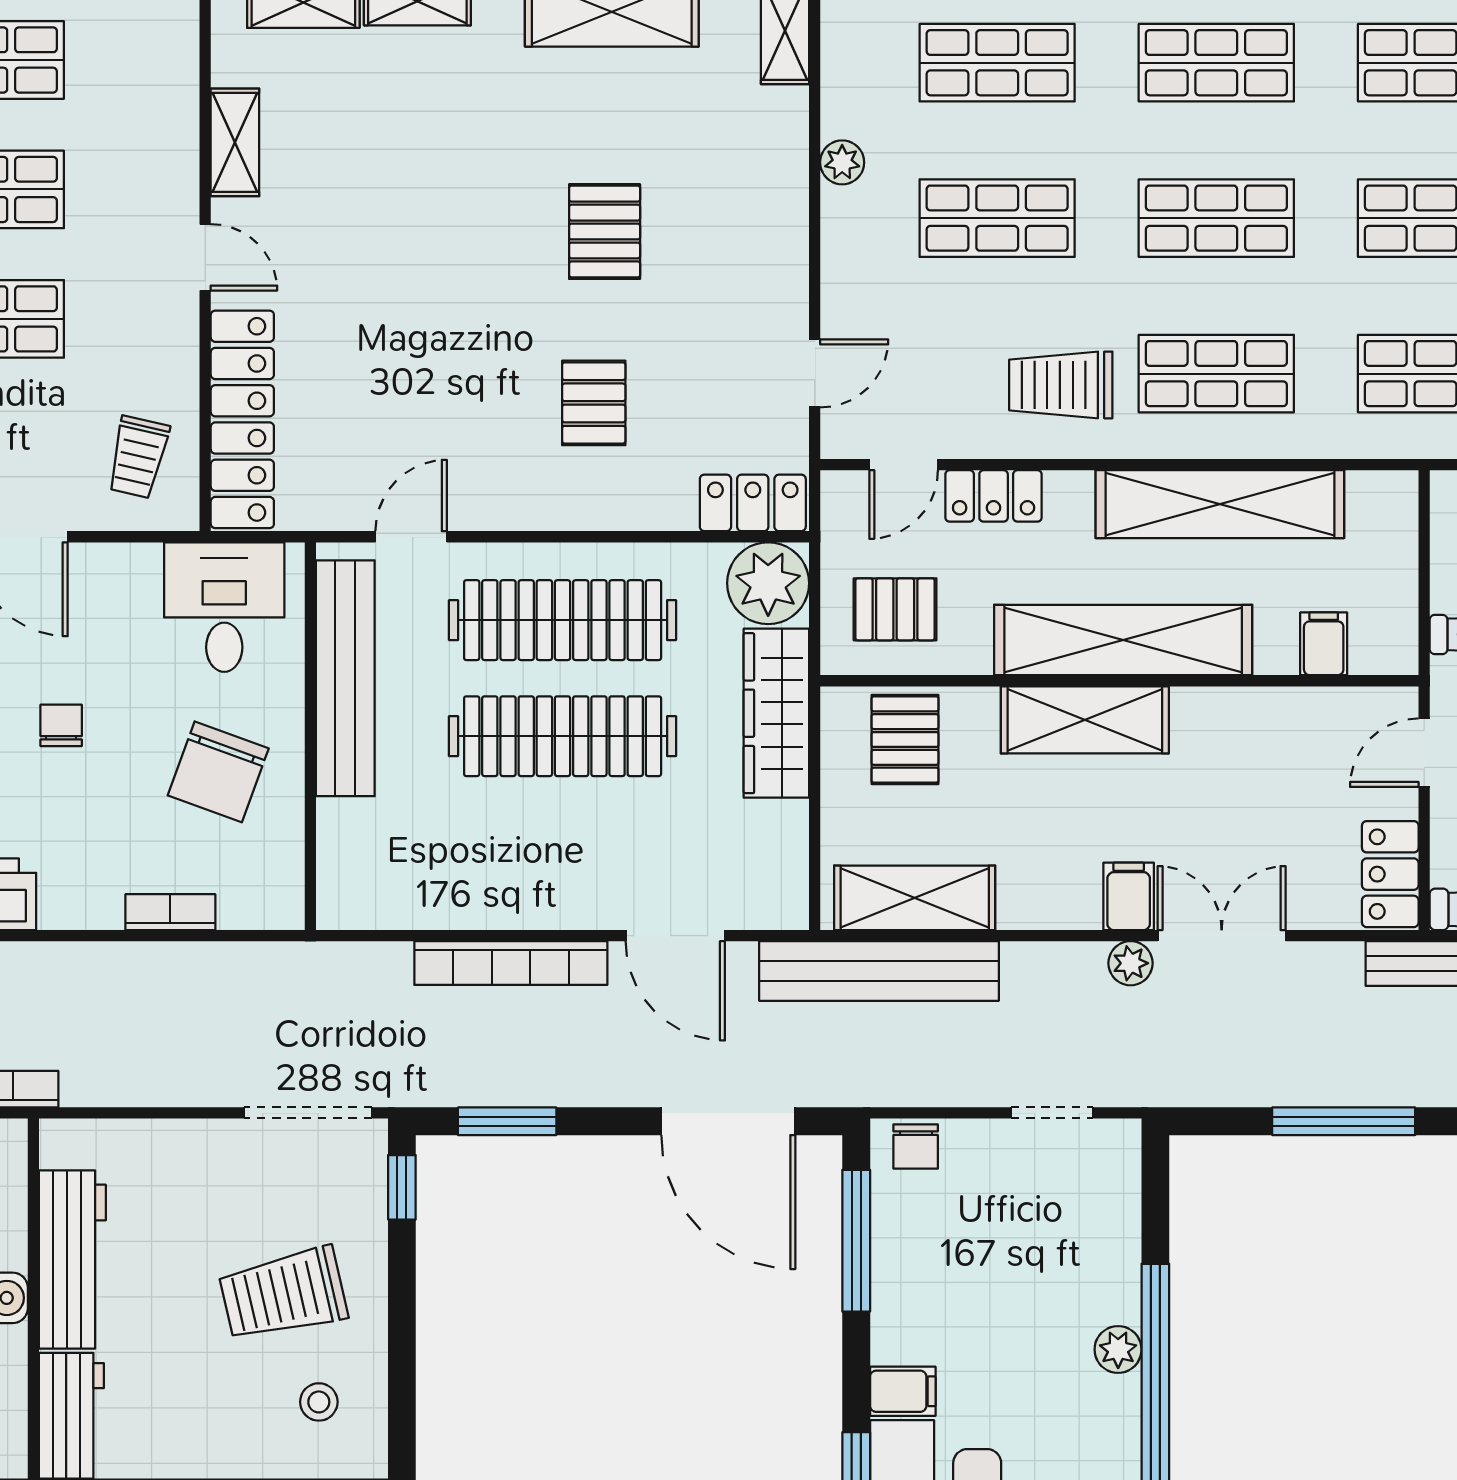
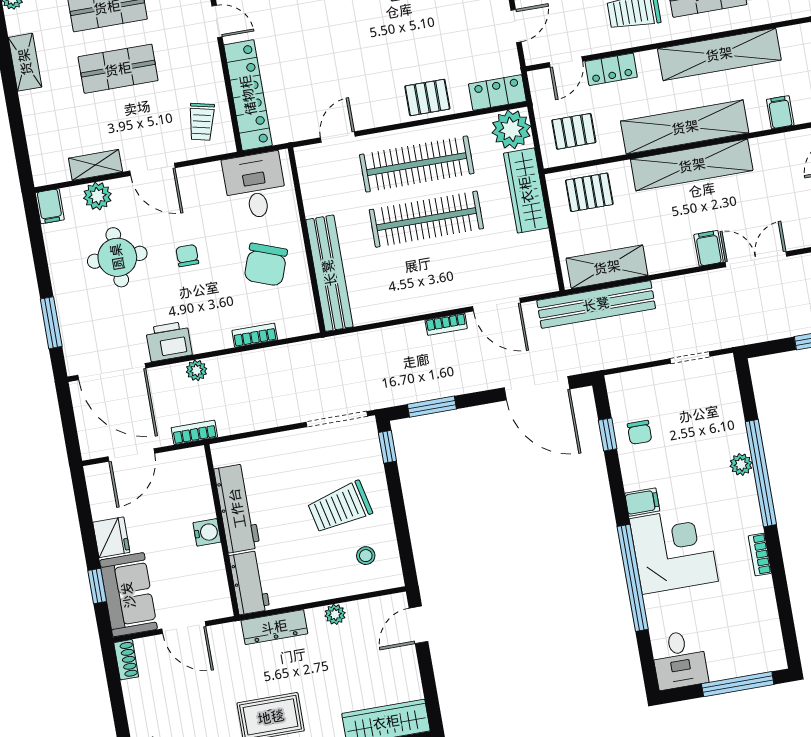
pallet: (594, 403) -> (427, 98), moved, turned 90
bench: (345, 678) -> (329, 273), moved
shelving: (1085, 720) -> (692, 165), width x1.47
pallet: (905, 740) -> (589, 192), turned 90
bookcase: (511, 963) -> (446, 324), width x0.43, depth x0.76
plant: (1130, 963) -> (197, 370), moved
chair: (916, 1147) -> (640, 432), moved
window: (856, 1241) -> (608, 434), width x0.46

